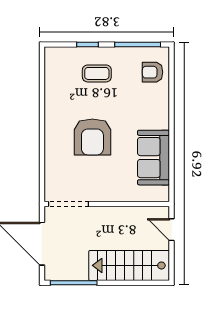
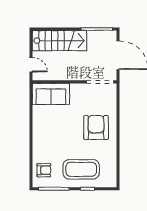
coffee table: (97, 73) -> (81, 169), width x1.86, depth x1.72
armchair: (92, 137) -> (96, 127), moved
sofa: (154, 158) -> (51, 94), moved, turned 90

